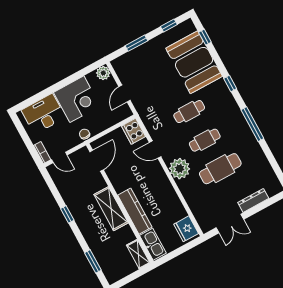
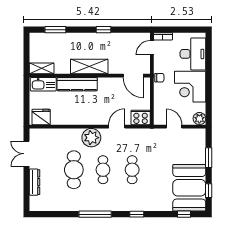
booth: (194, 62) -> (189, 188), moved, turned 90

